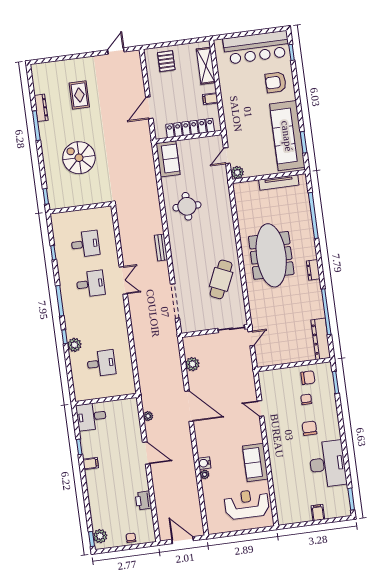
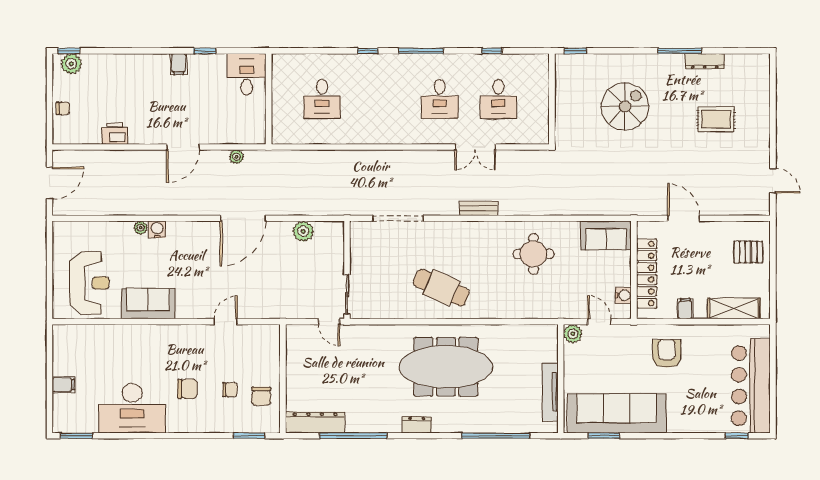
armchair: (276, 82) -> (667, 354), moved
water cooler: (207, 142) -> (623, 295), added
cafe table: (221, 279) -> (441, 288), moved
double door: (123, 280) -> (475, 147), moved
plant: (74, 345) -> (354, 64), removed

